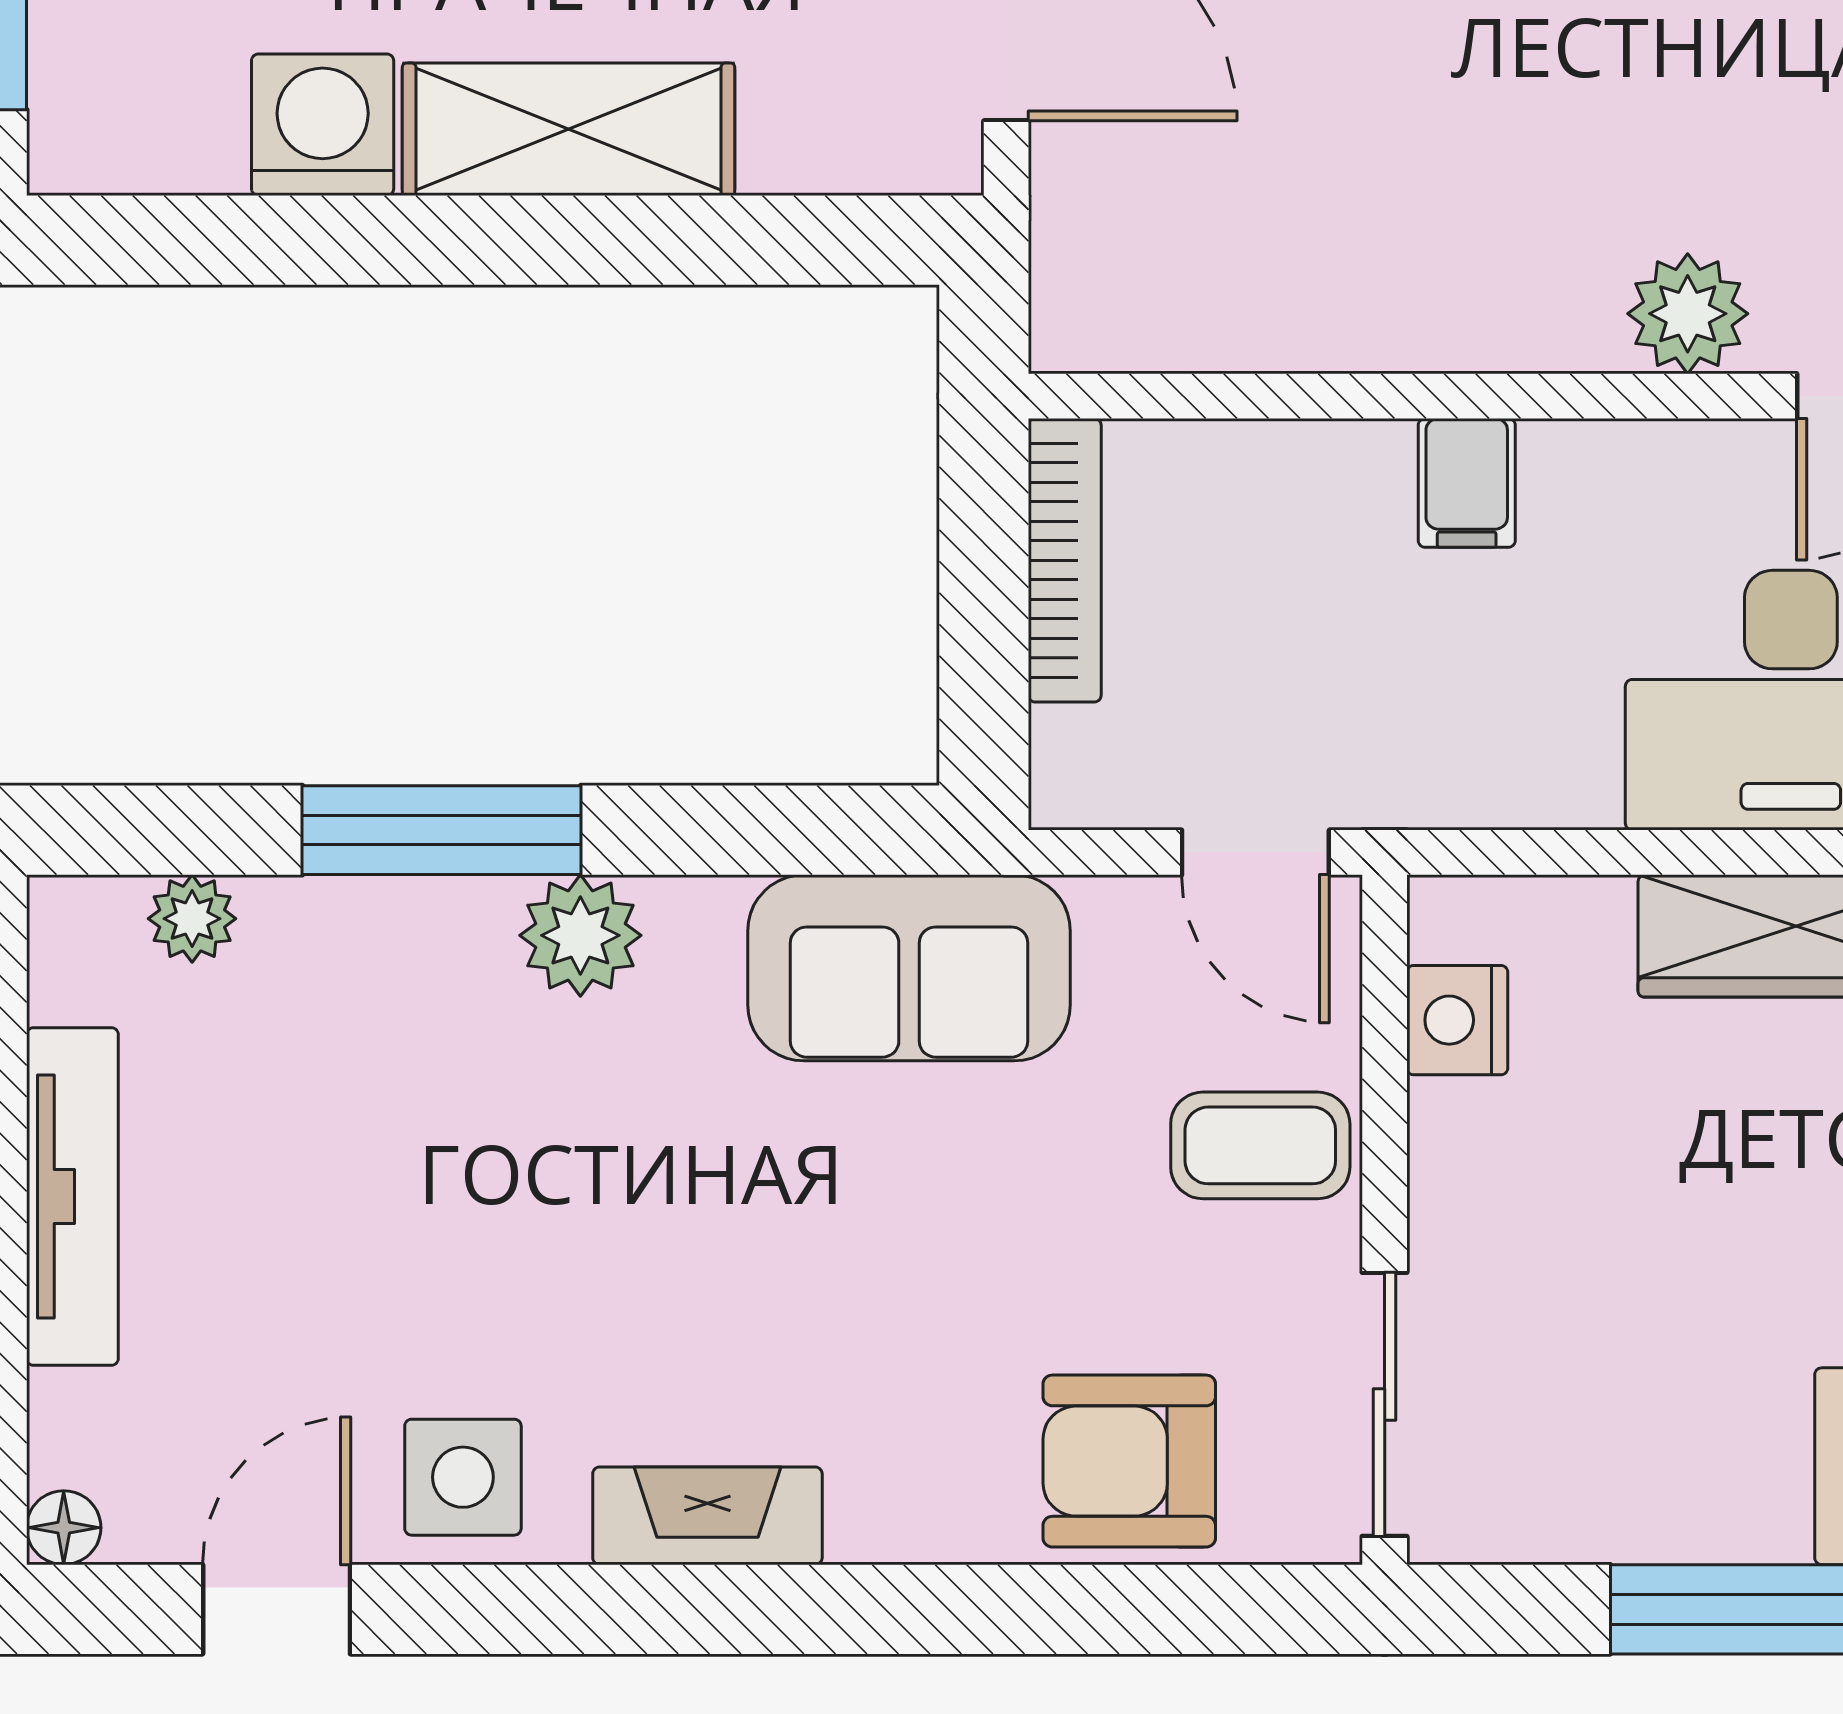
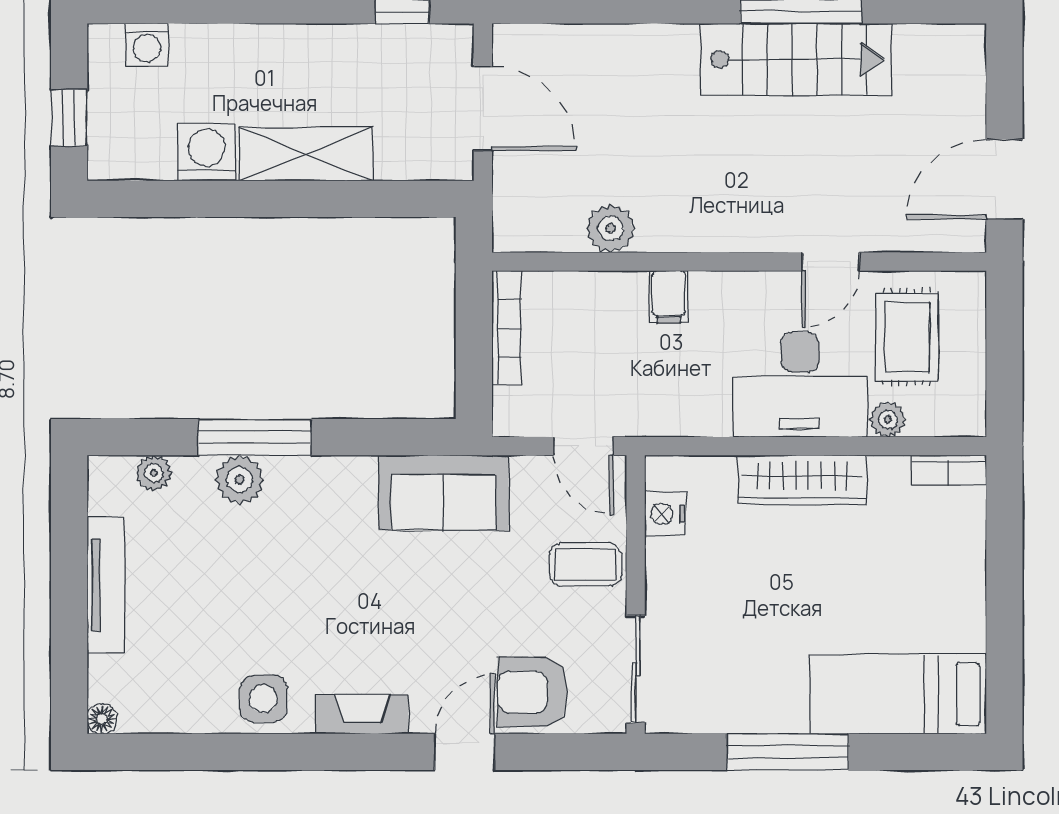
plant: (1688, 314) -> (611, 228), moved
plant: (580, 935) -> (240, 480), moved
door: (277, 1609) -> (465, 752), moved

